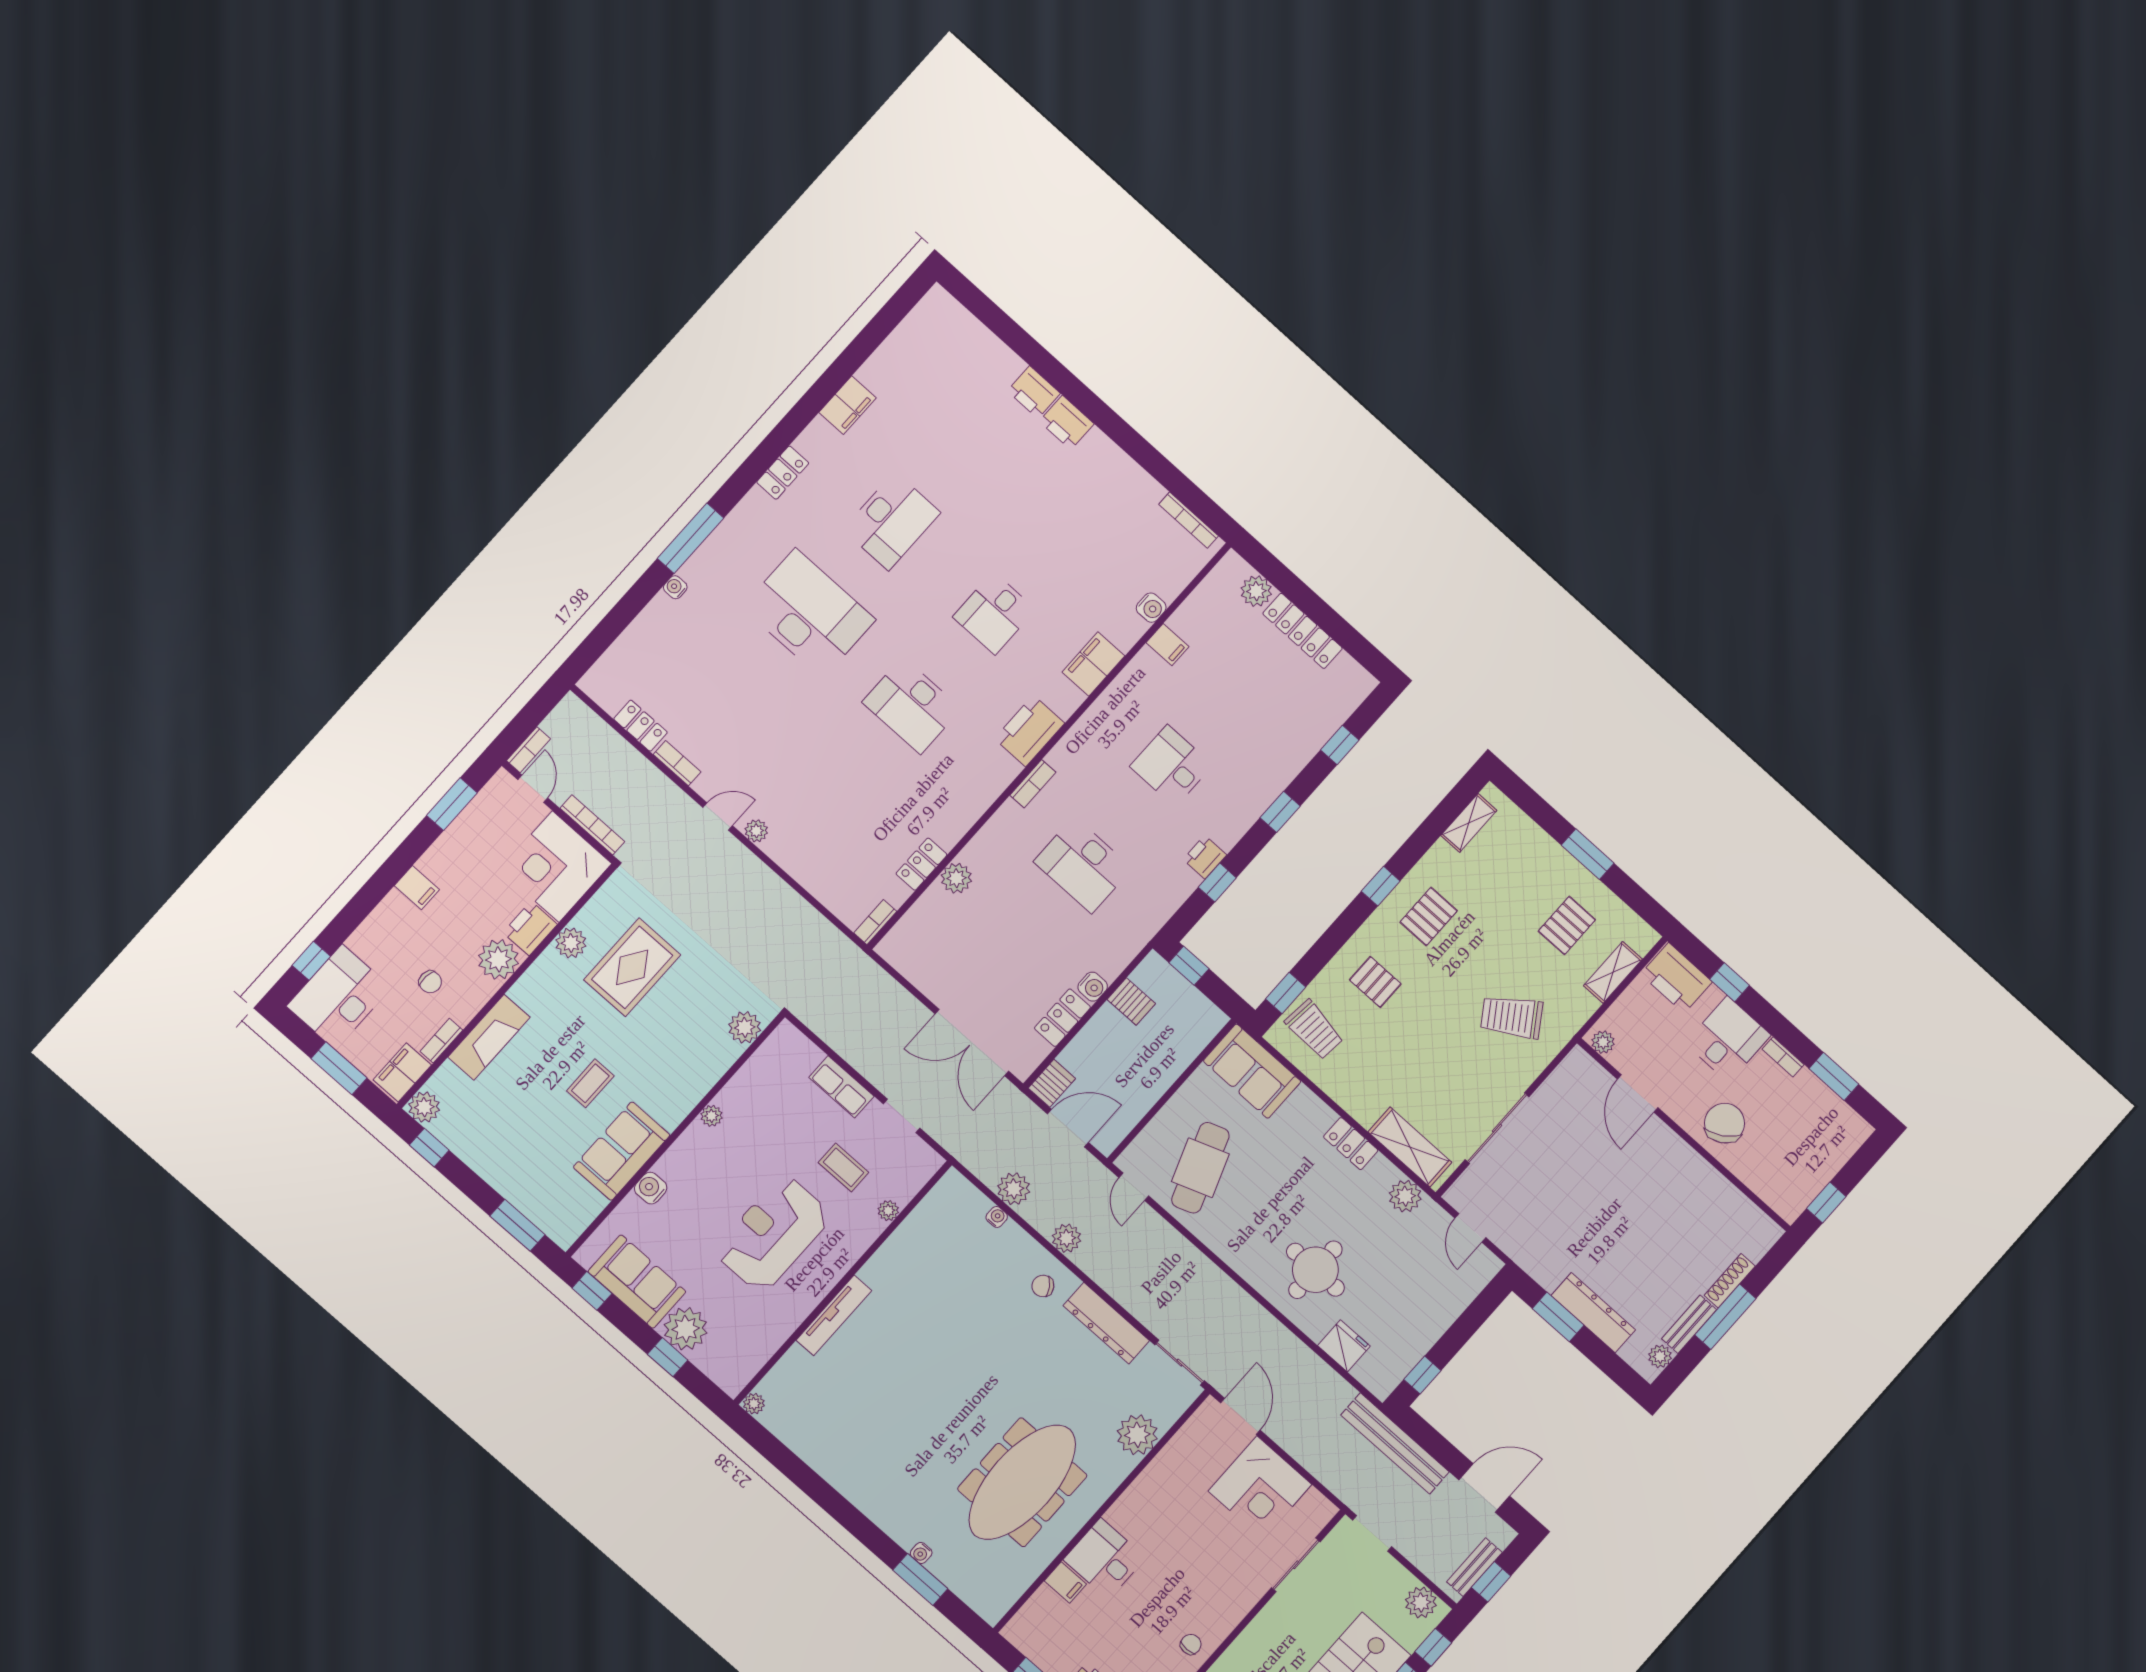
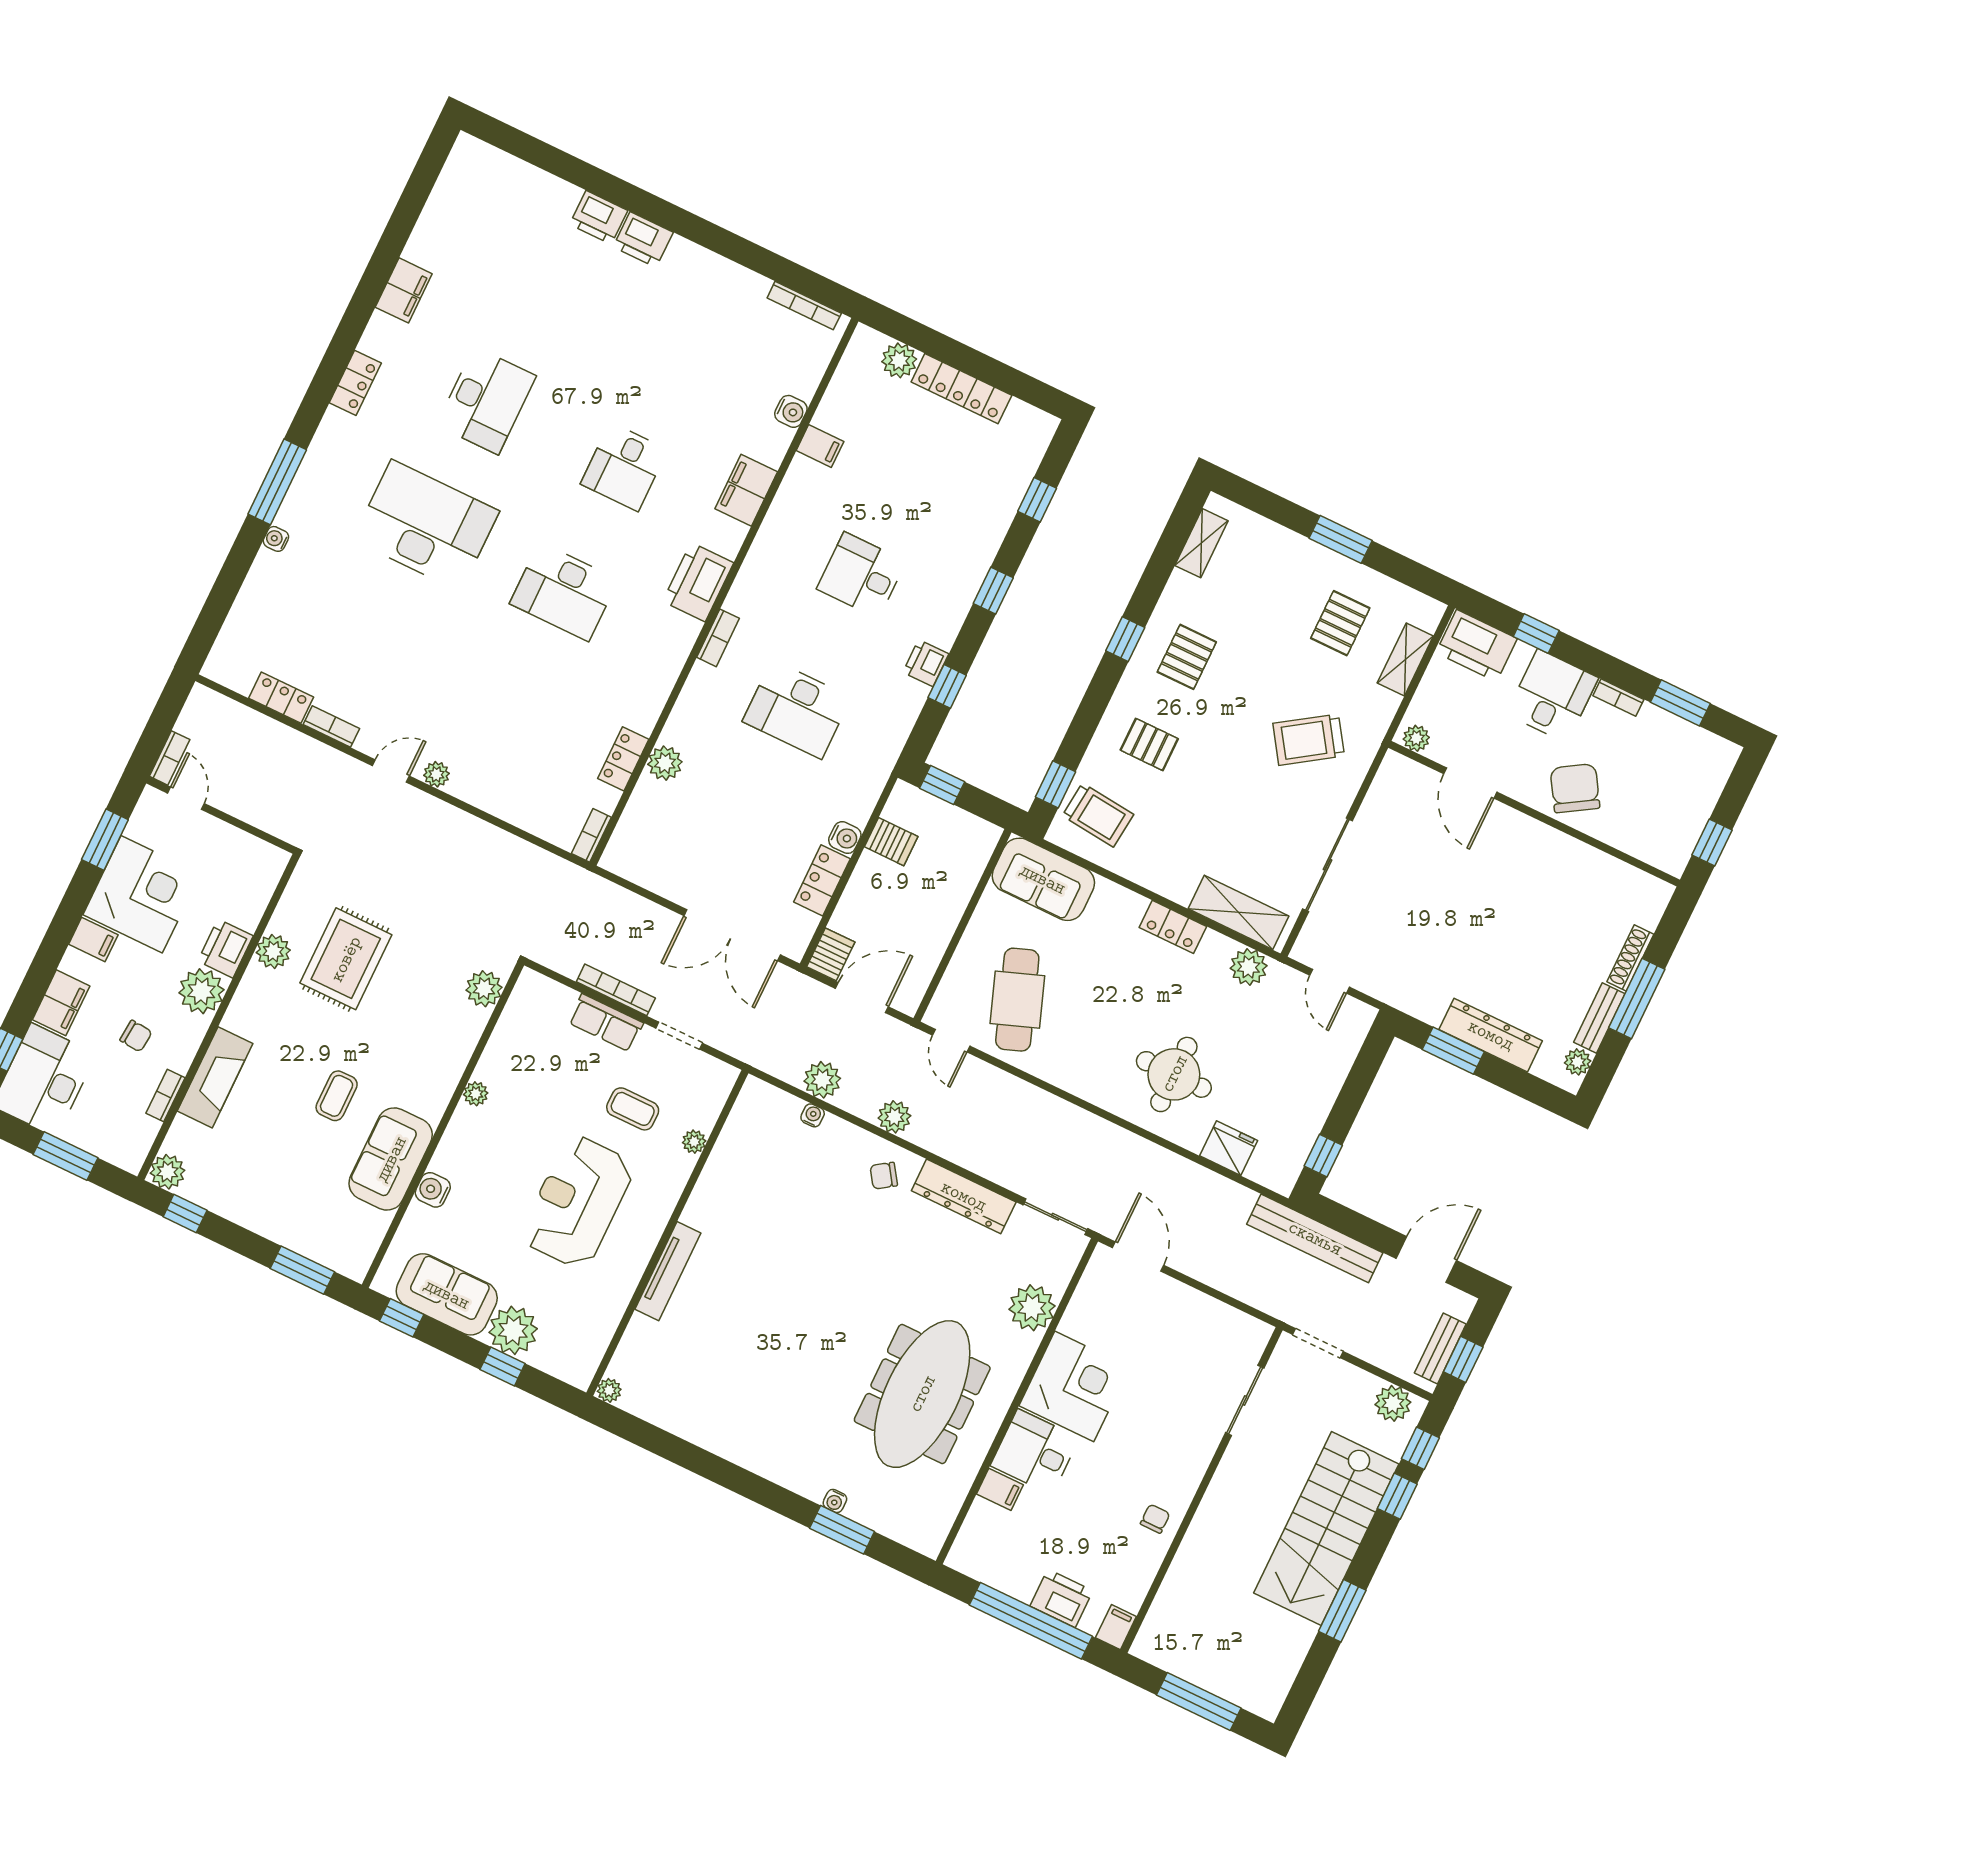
bookcase: (592, 825) -> (616, 990), moved
corner desk: (556, 867) -> (142, 894), moved, turned 180
filing cabinet: (402, 1072) -> (61, 1003), moved, turned 180
corner desk: (1260, 1488) -> (1074, 1386), moved, turned -90

